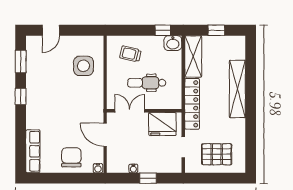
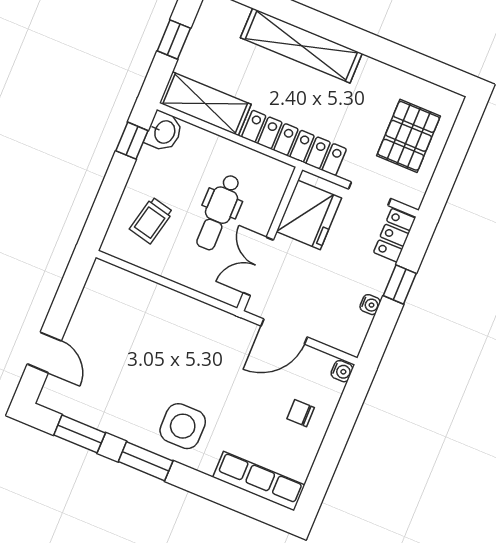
side table: (84, 66) -> (183, 426), moved
window: (21, 96) -> (146, 461), width x1.50
chair: (71, 157) -> (301, 413), width x0.54, depth x0.54
locker: (169, 167) -> (395, 235), added

